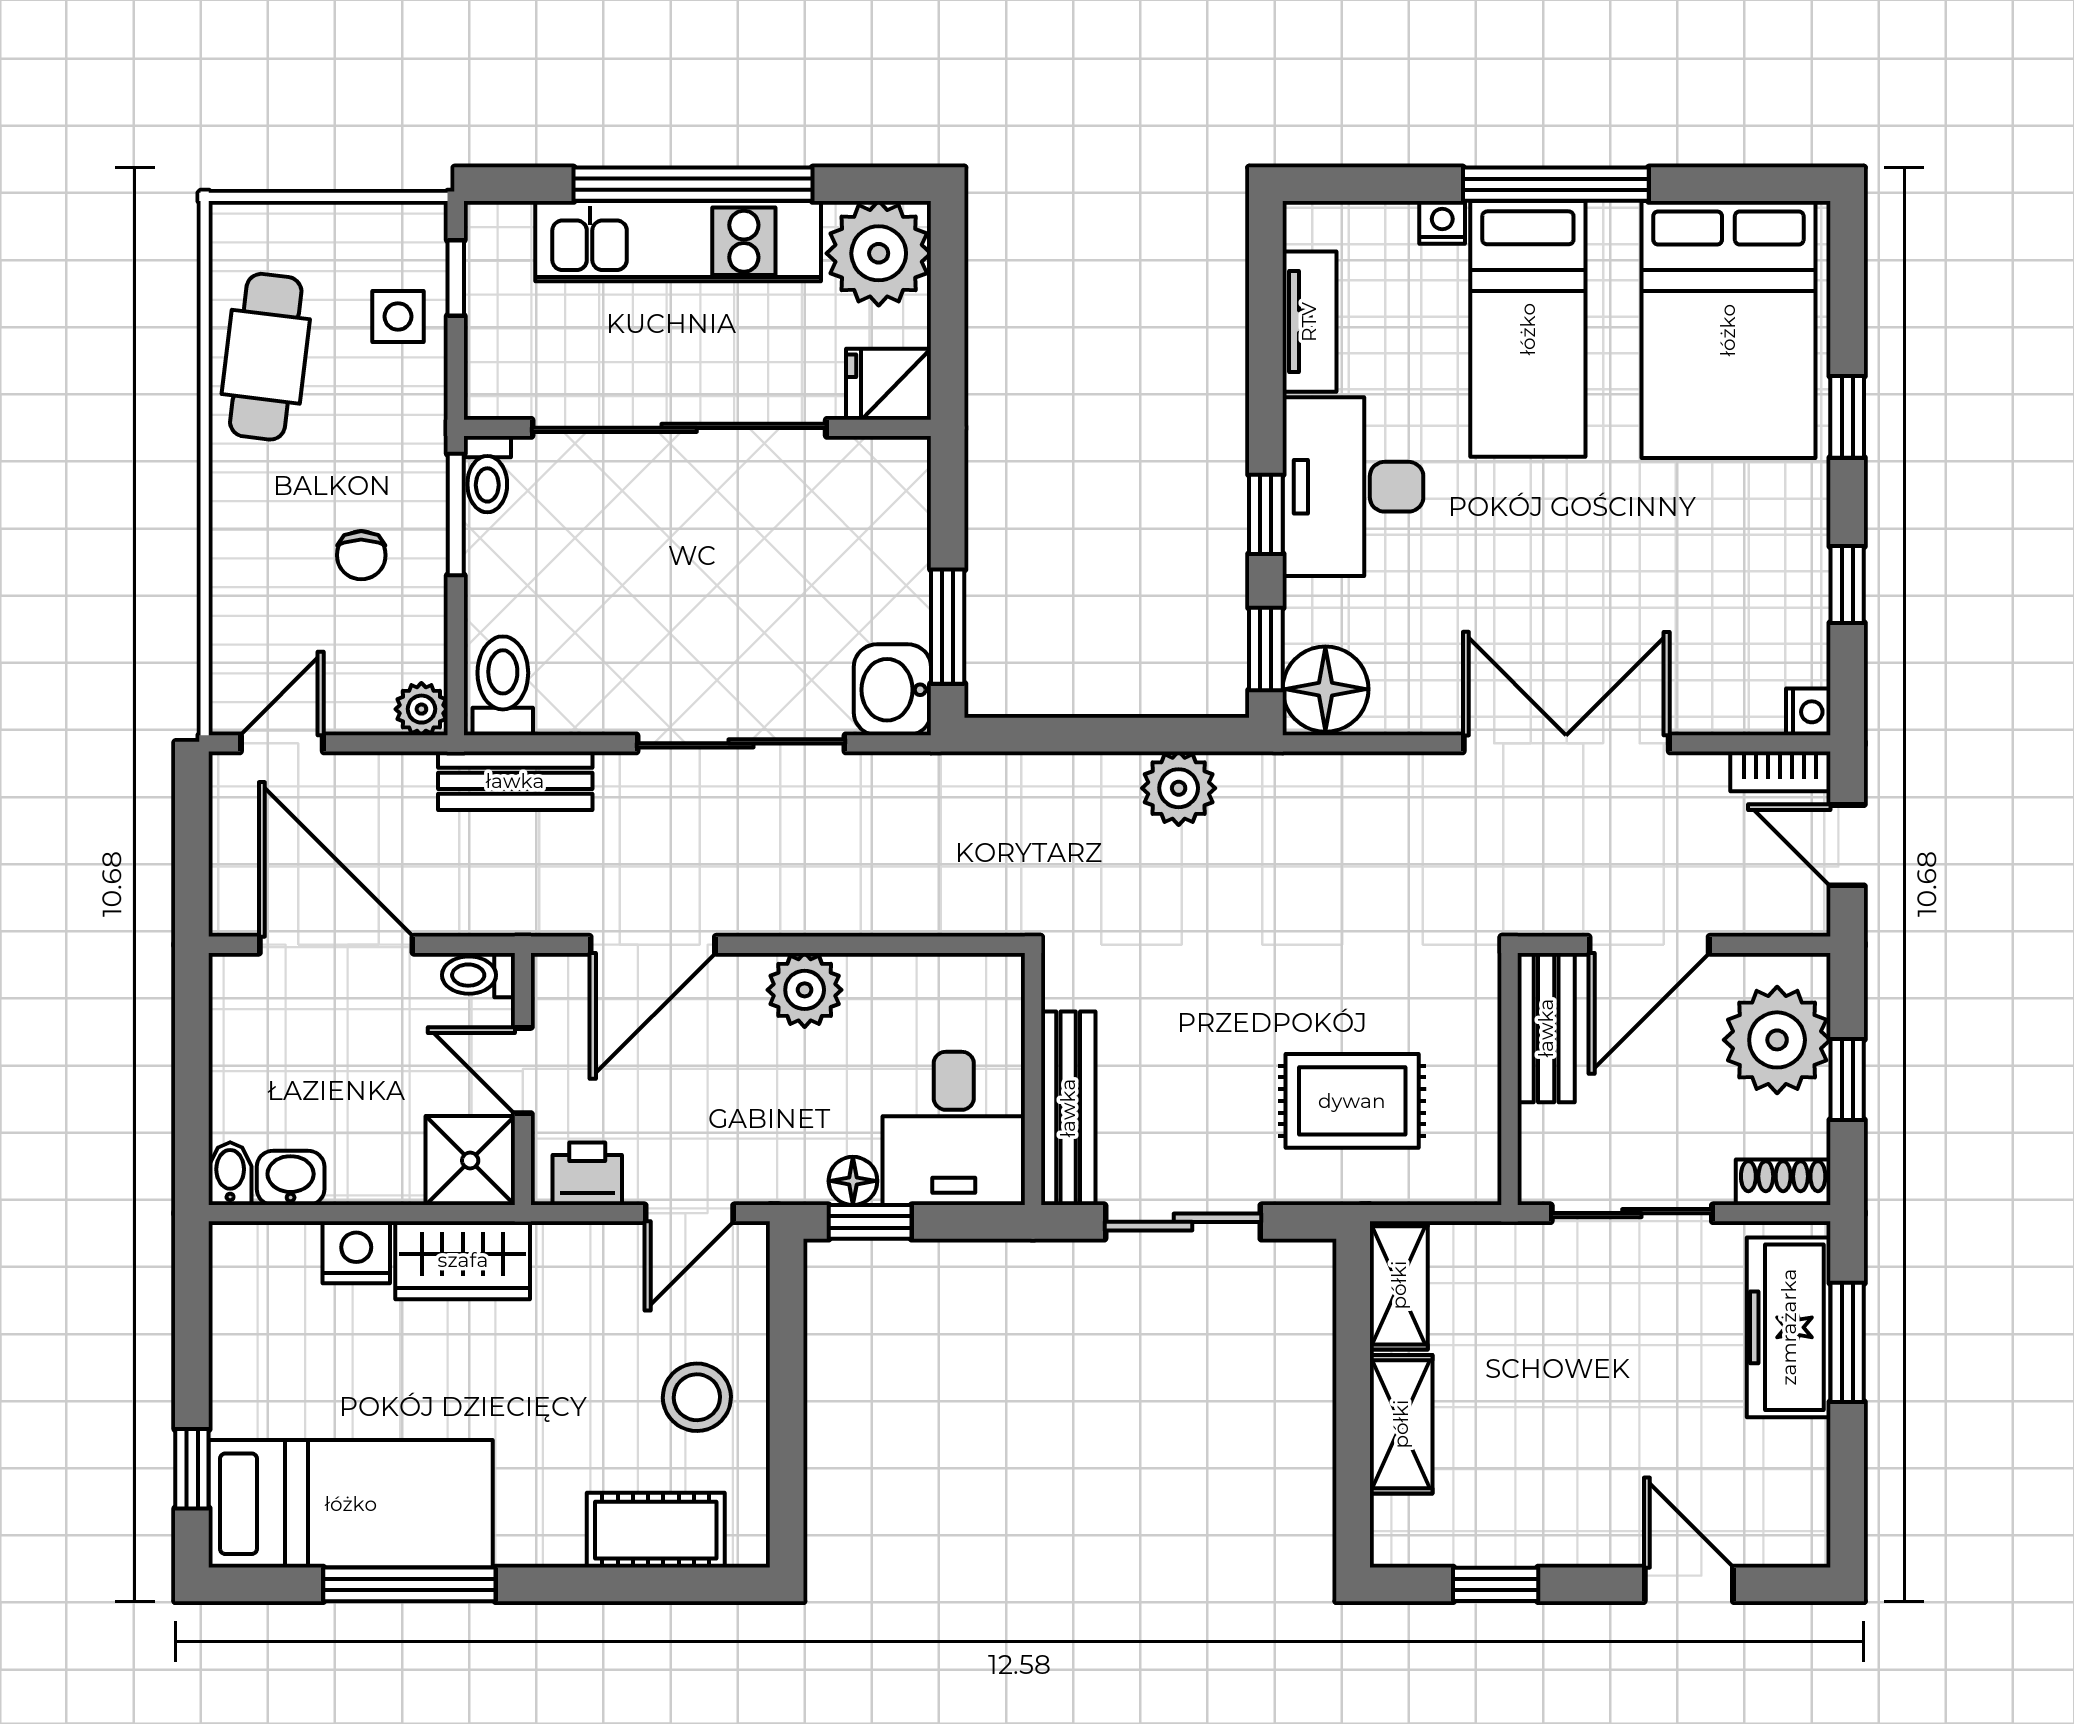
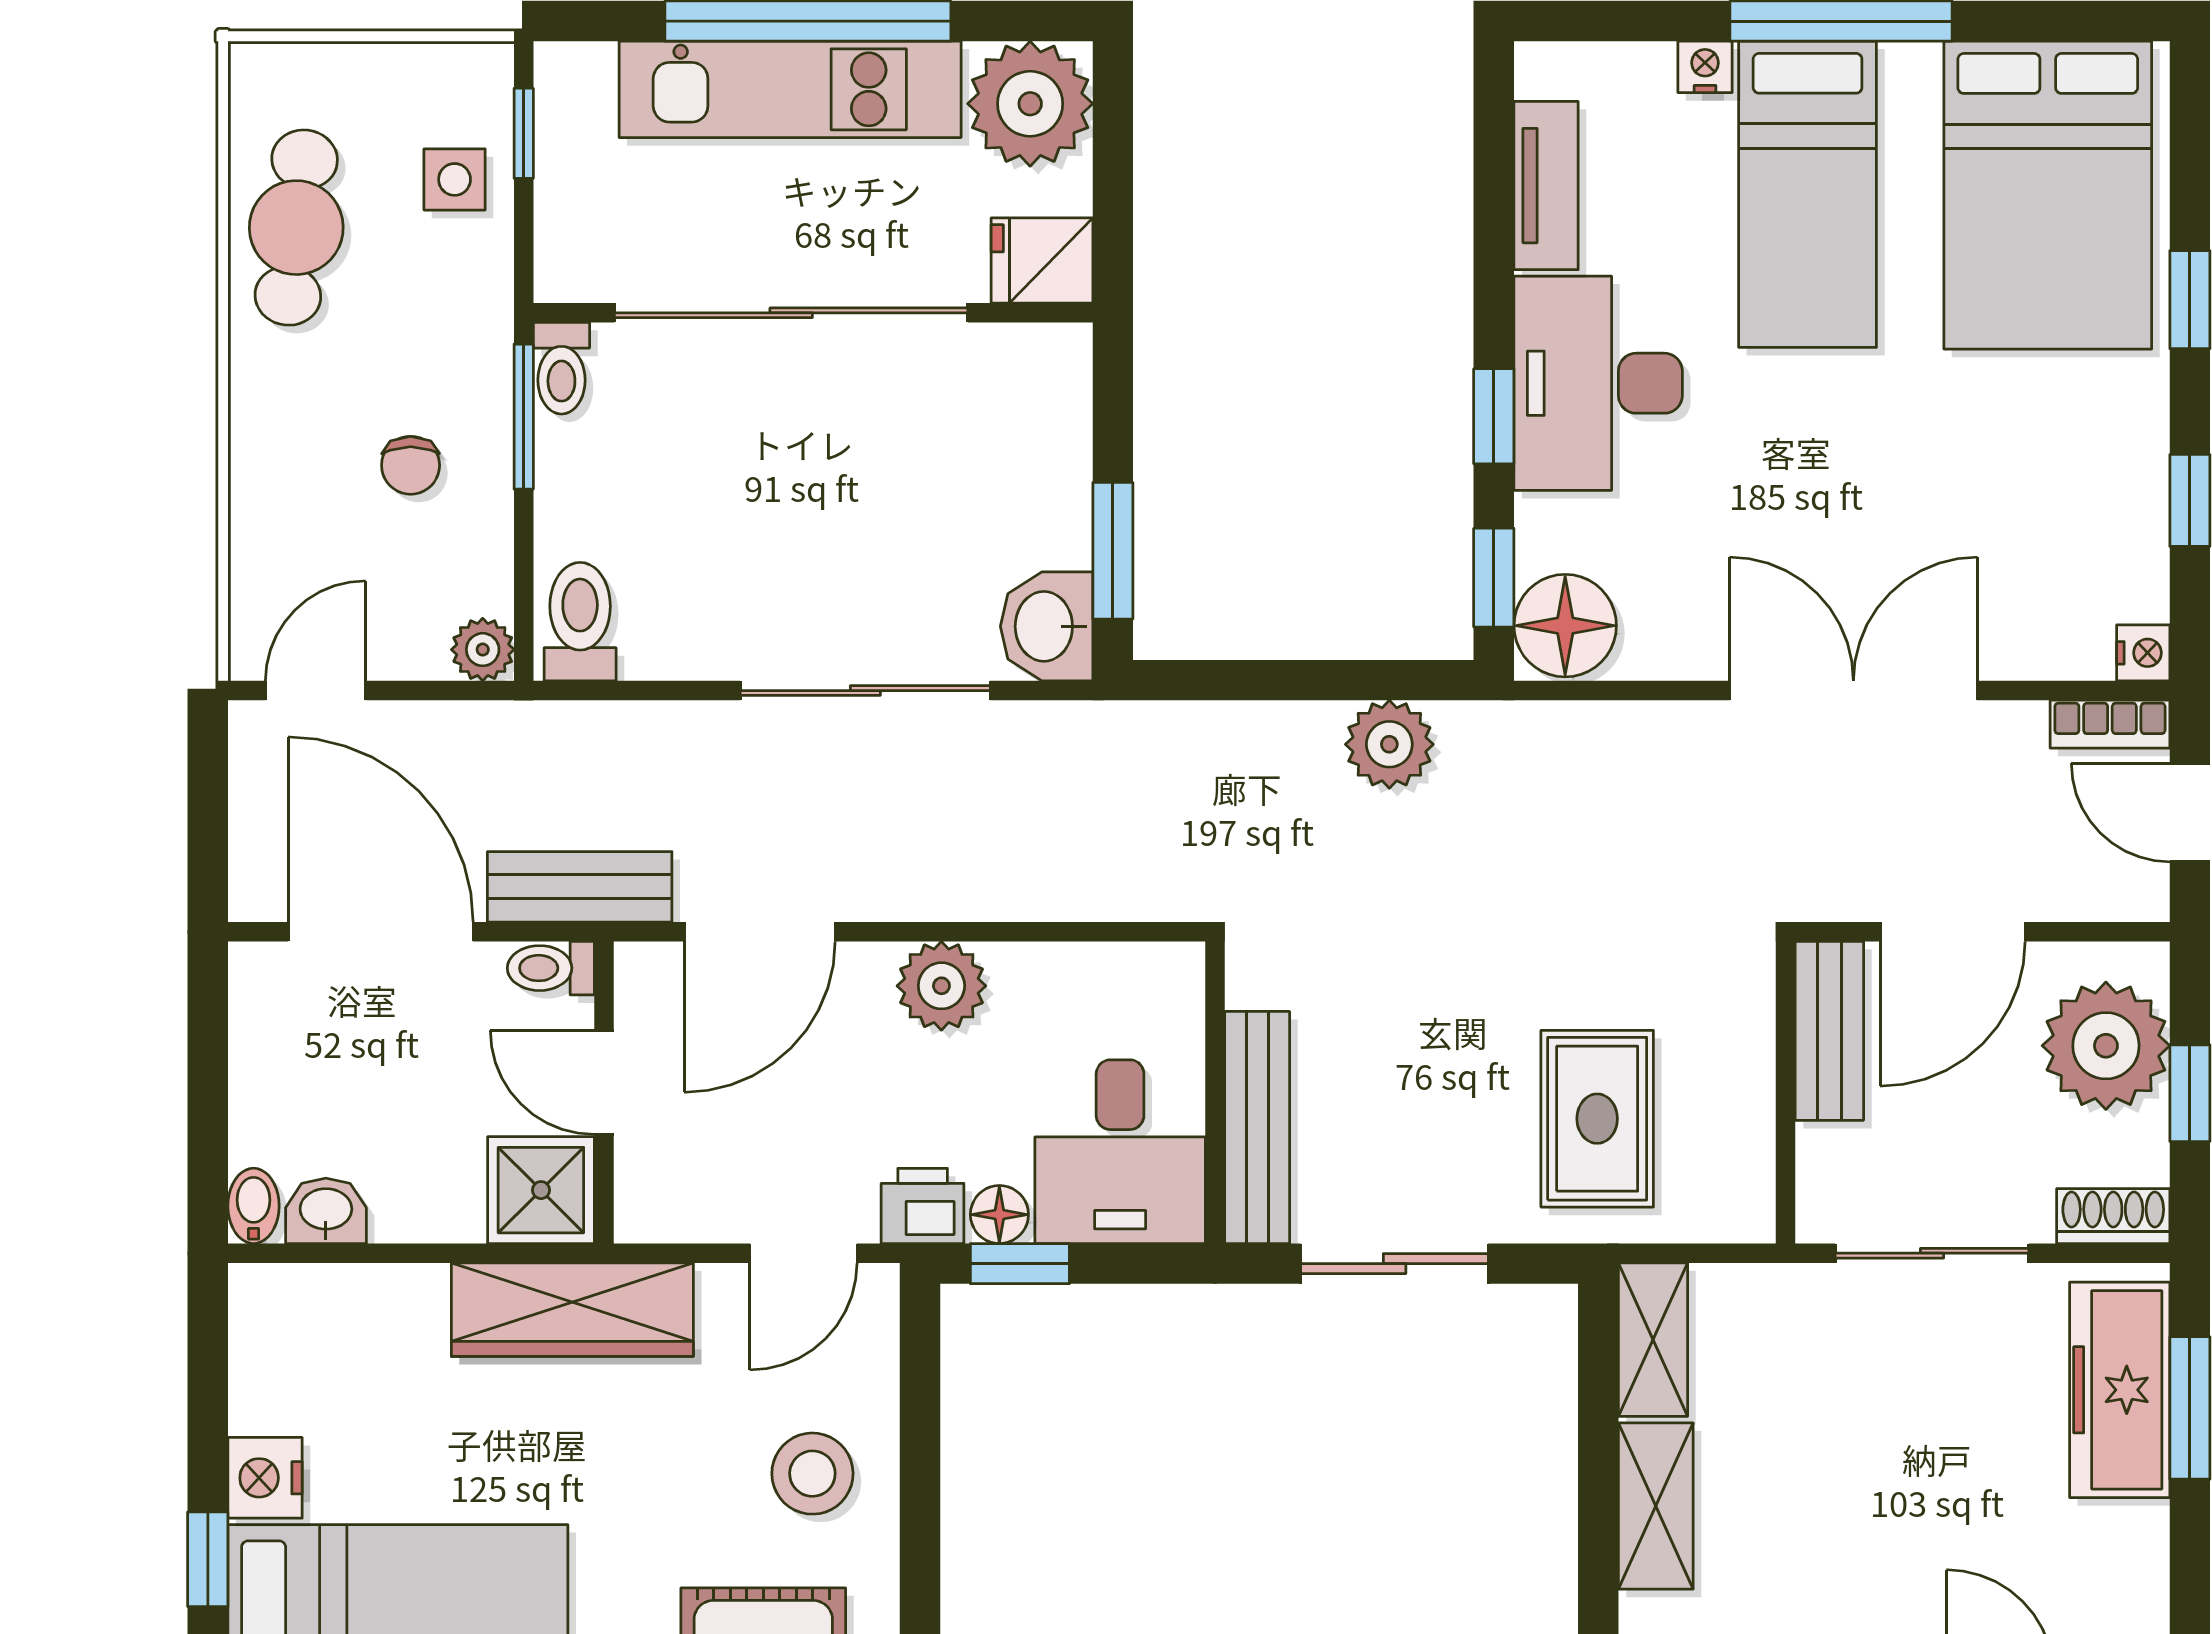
bench: (515, 781) -> (580, 887), moved
rug: (1352, 1101) -> (1597, 1119), turned 90
printer: (587, 1174) -> (923, 1206), moved
nightstand: (356, 1252) -> (265, 1478), moved, turned -90
wardrobe: (463, 1260) -> (572, 1310), width x1.50

